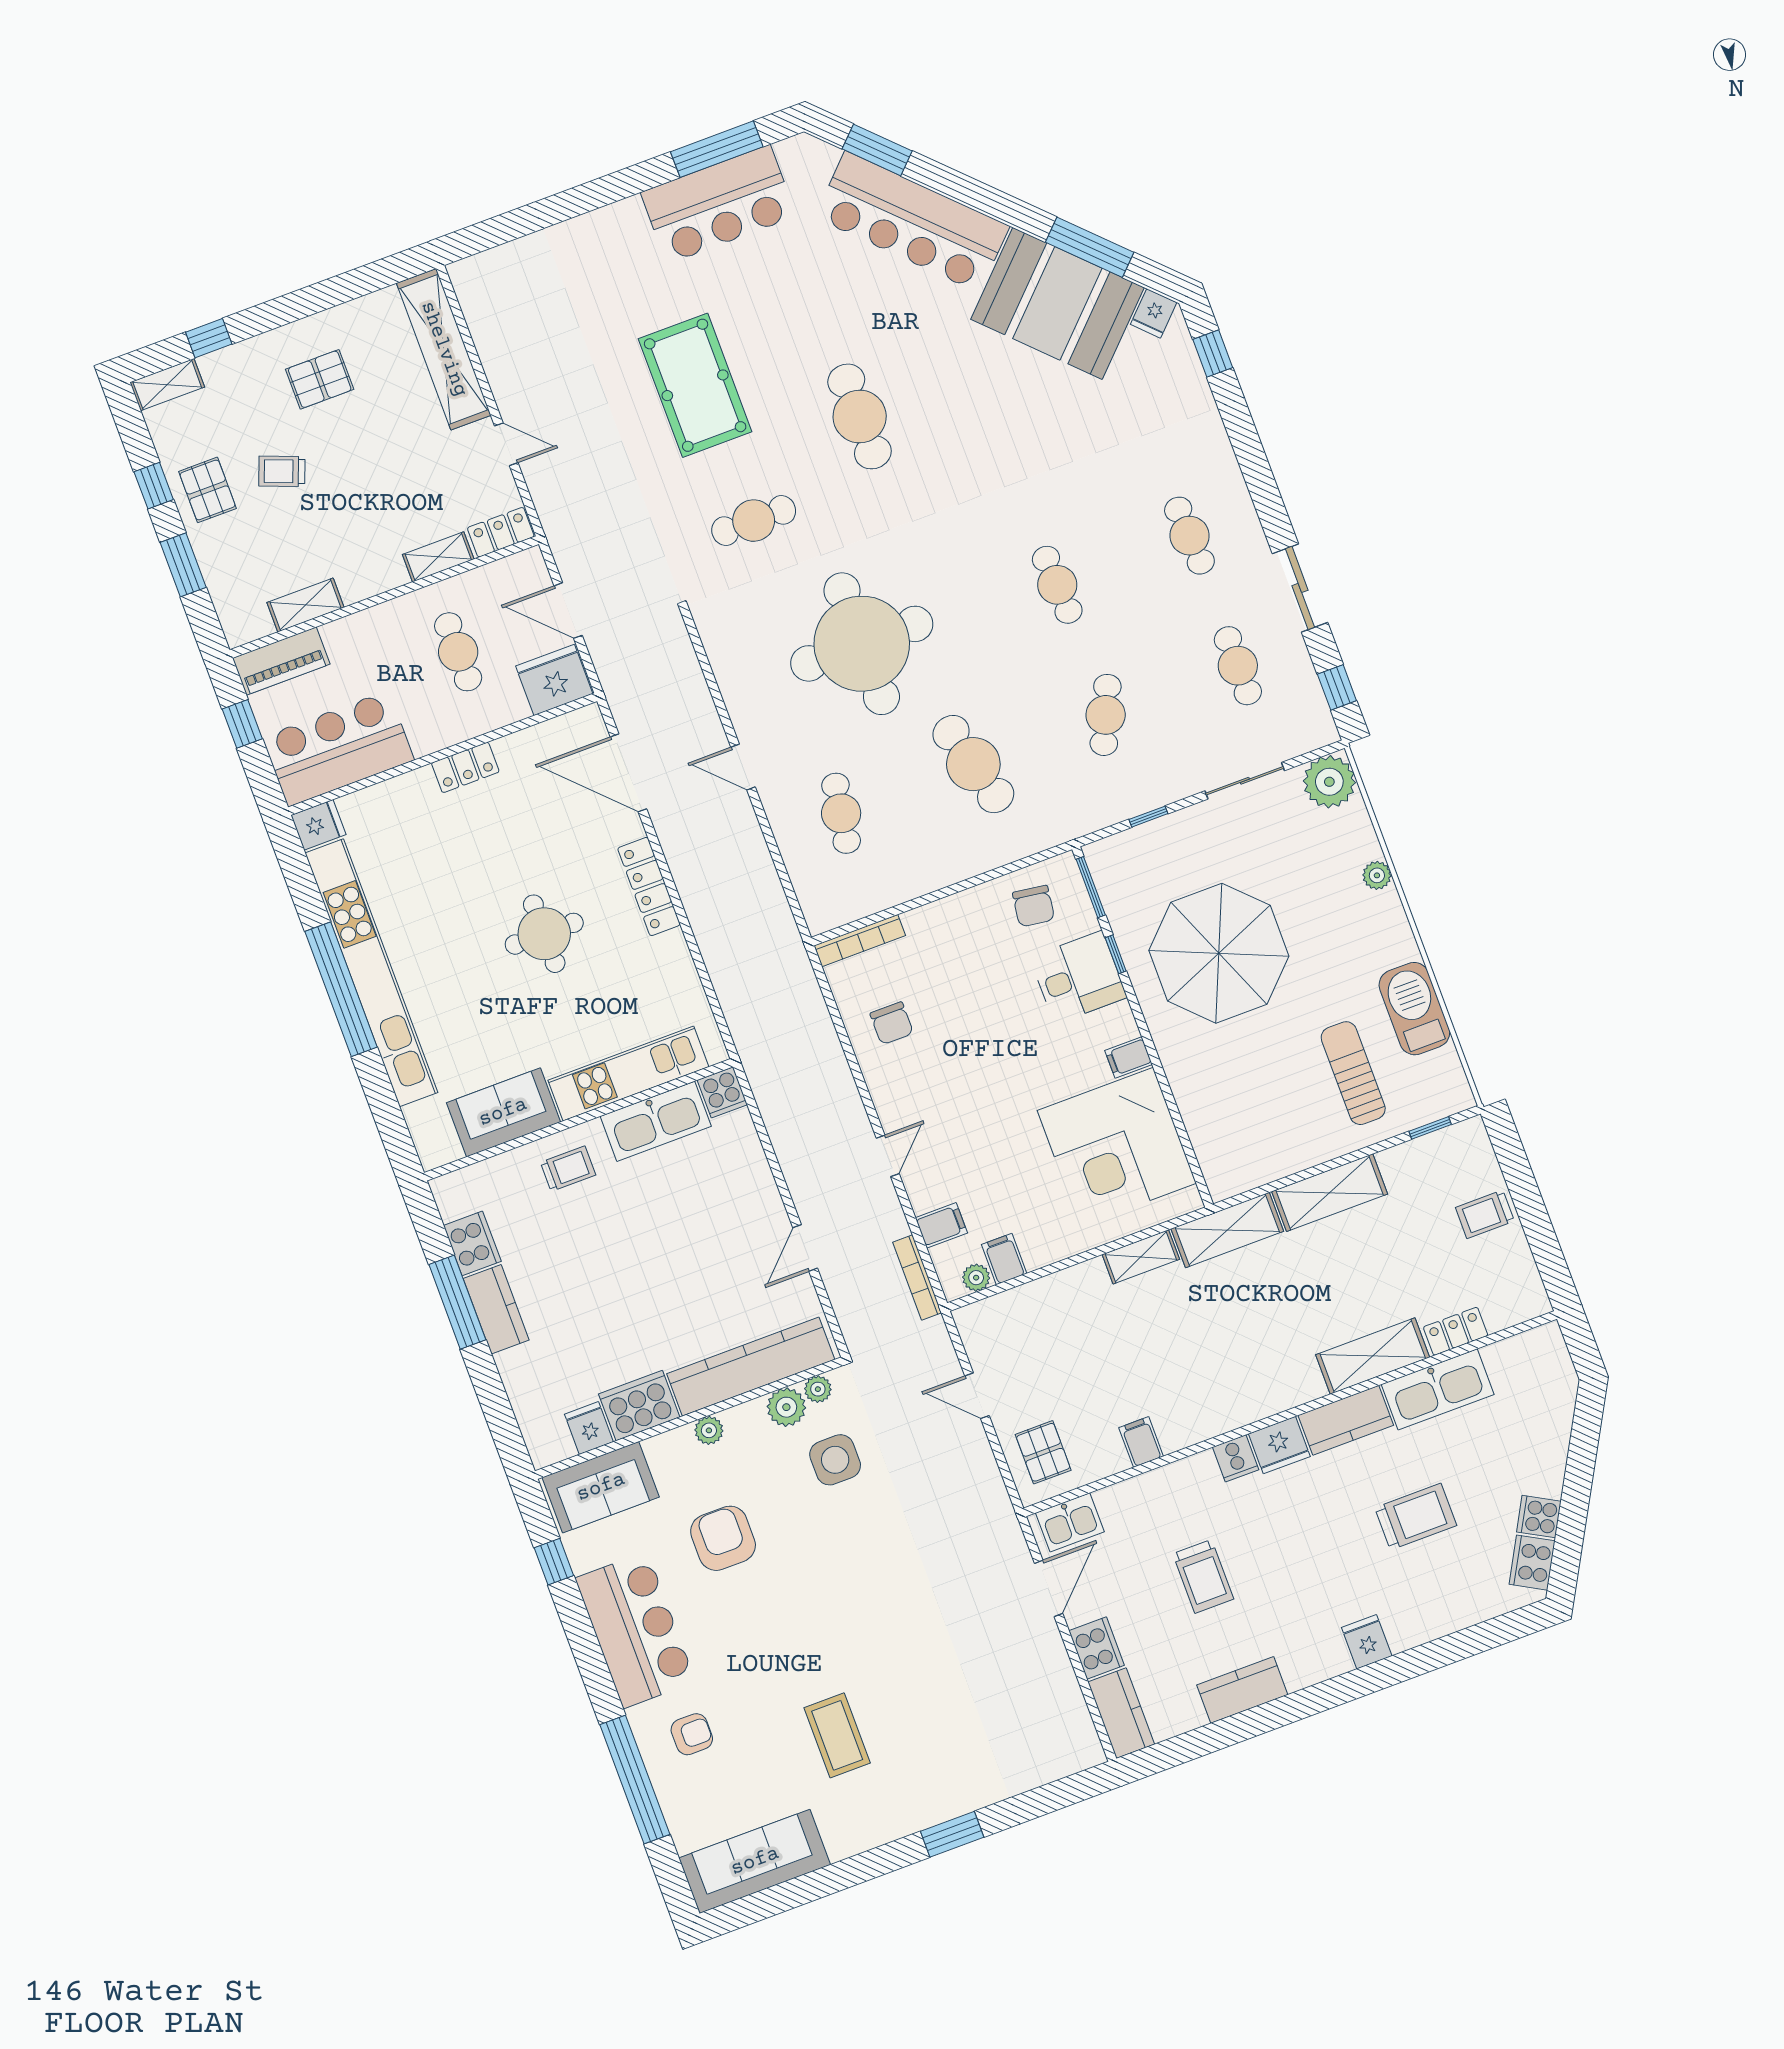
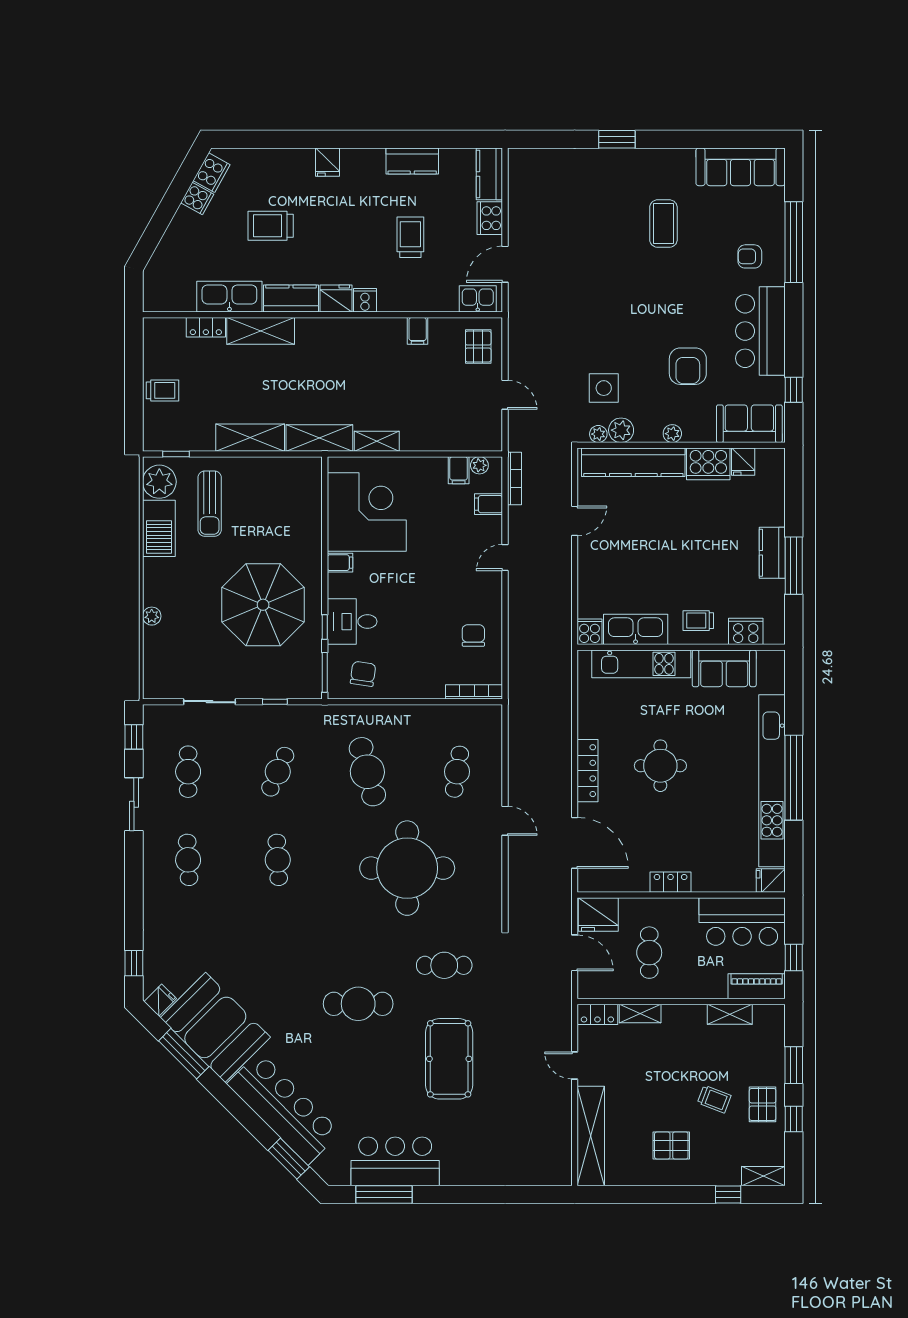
cafe table: (860, 416) -> (358, 1004), turned 90
plant: (1329, 782) -> (159, 482), moved
cooker: (472, 1243) -> (746, 631), moved, turned 90

